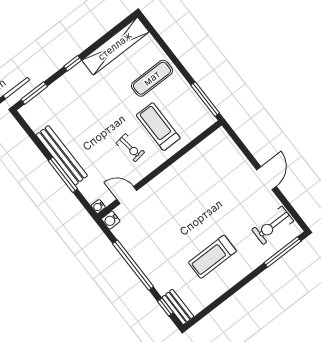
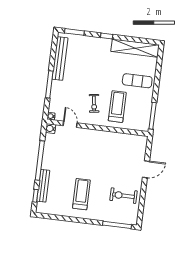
bench: (62, 155) -> (60, 59), moved
door: (266, 178) -> (146, 169), moved
exercise bike: (273, 225) -> (123, 196), moved
treadmill: (212, 257) -> (81, 194), turned 90
bench: (178, 307) -> (43, 186), moved, width x1.36

